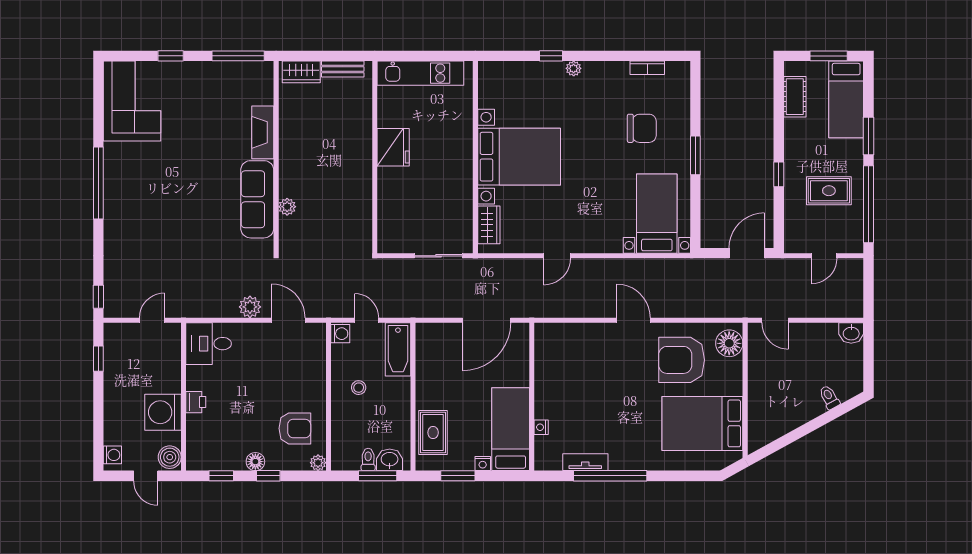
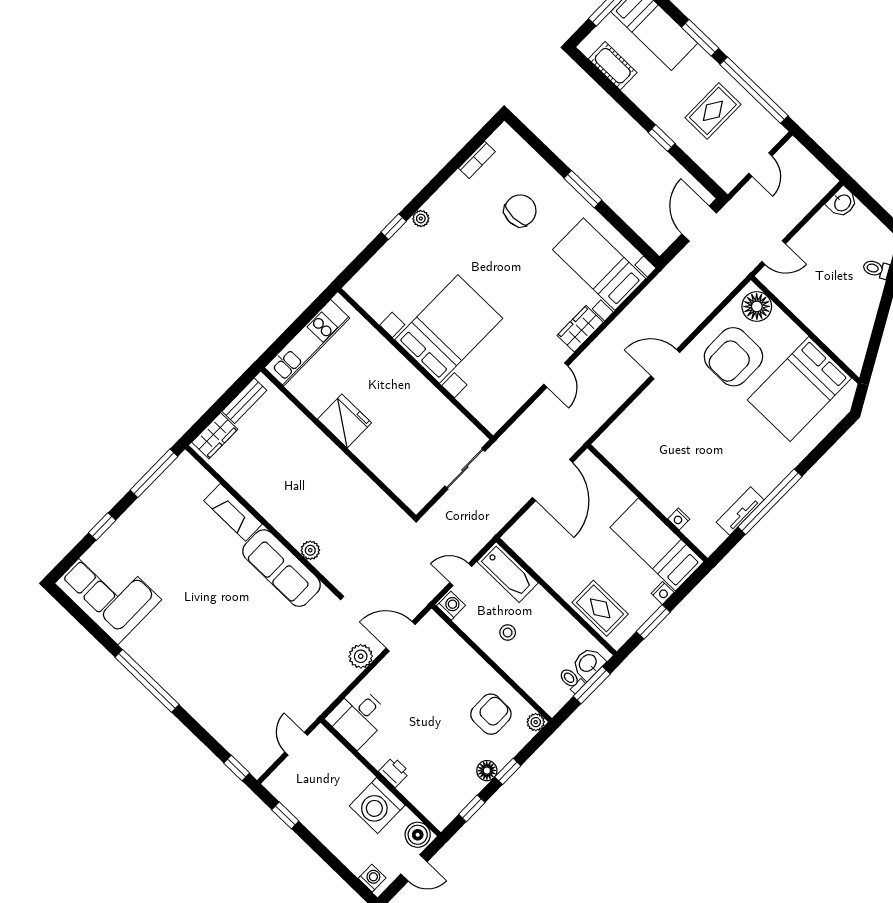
wardrobe: (489, 225) -> (580, 329), moved, turned -90

